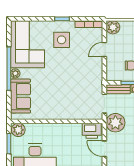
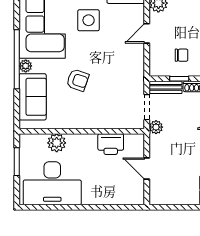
armchair: (54, 84) -> (78, 80), added
plant: (115, 123) -> (156, 127), width x0.53, depth x0.53
plant: (18, 130) -> (57, 143), moved
printer: (92, 131) -> (111, 144), moved

